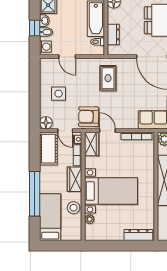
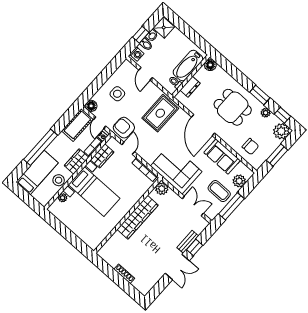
rug: (108, 78) -> (160, 113), width x1.36, depth x1.43
wardrobe: (92, 144) -> (102, 156), moved
dresser: (138, 235) -> (86, 238), removed

